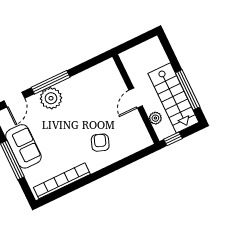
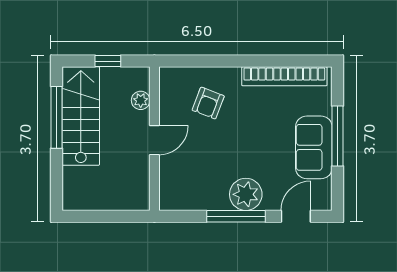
door: (136, 98) -> (154, 140), moved
wall: (136, 99) -> (154, 139), moved
plant: (155, 118) -> (141, 100), moved

